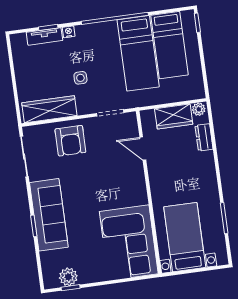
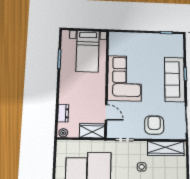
wardrobe: (174, 116) -> (92, 131), moved
corner sofa: (129, 243) -> (125, 78), moved
plant: (68, 277) -> (167, 39), removed

